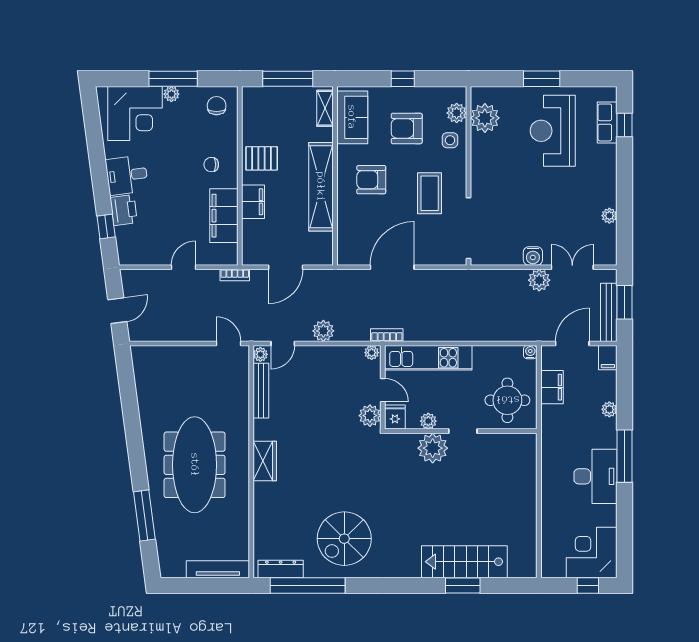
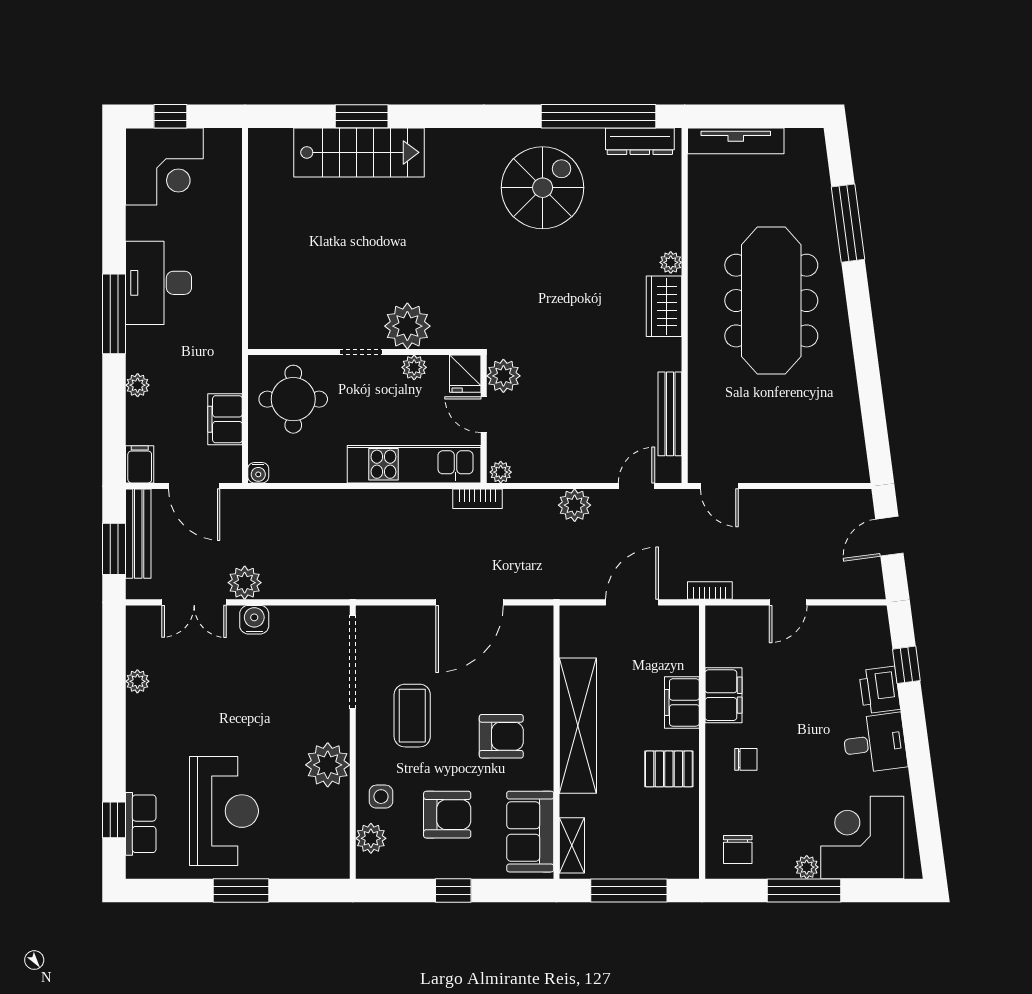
plant: (485, 118) -> (328, 765), moved
filing cabinet: (224, 216) -> (723, 695), width x0.67, depth x0.86
door: (572, 344) -> (194, 486), hinge flipped
plant: (260, 354) -> (671, 262), moved

